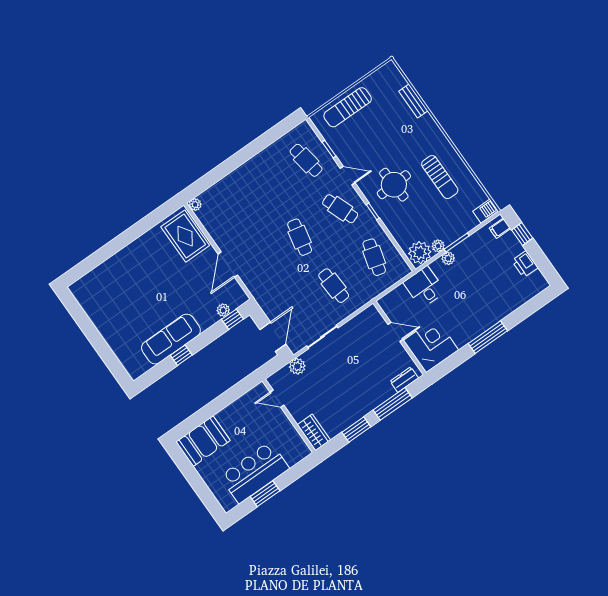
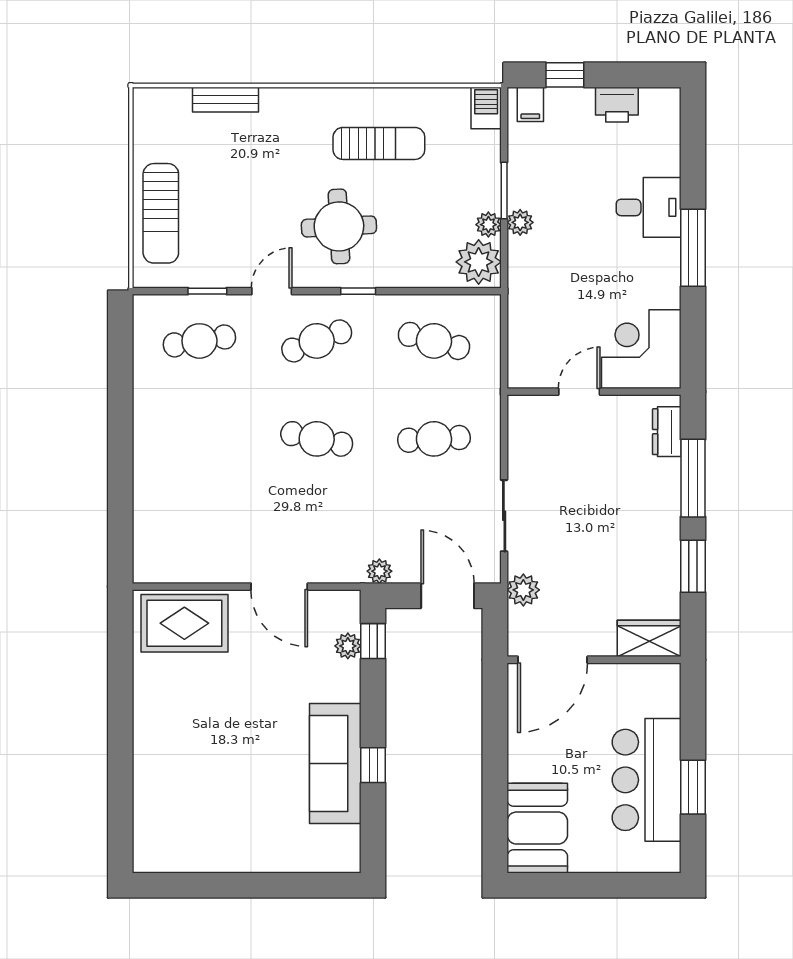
plant: (195, 205) -> (379, 571), moved
desk: (424, 287) -> (649, 207), moved, turned 180
door: (277, 399) -> (553, 660), width x1.88

